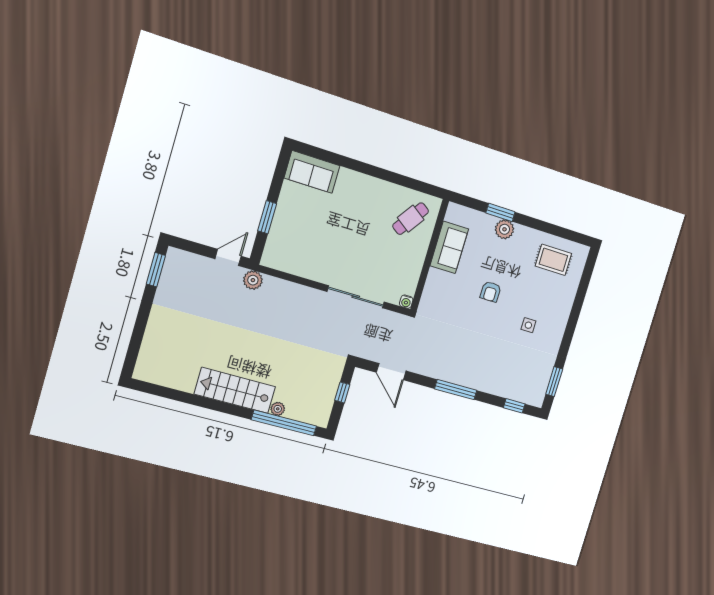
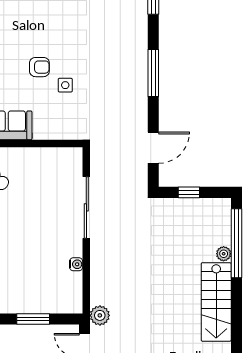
water cooler: (406, 302) -> (76, 264), moved
side table: (528, 325) -> (65, 85), moved

